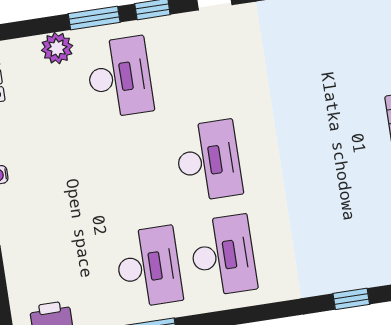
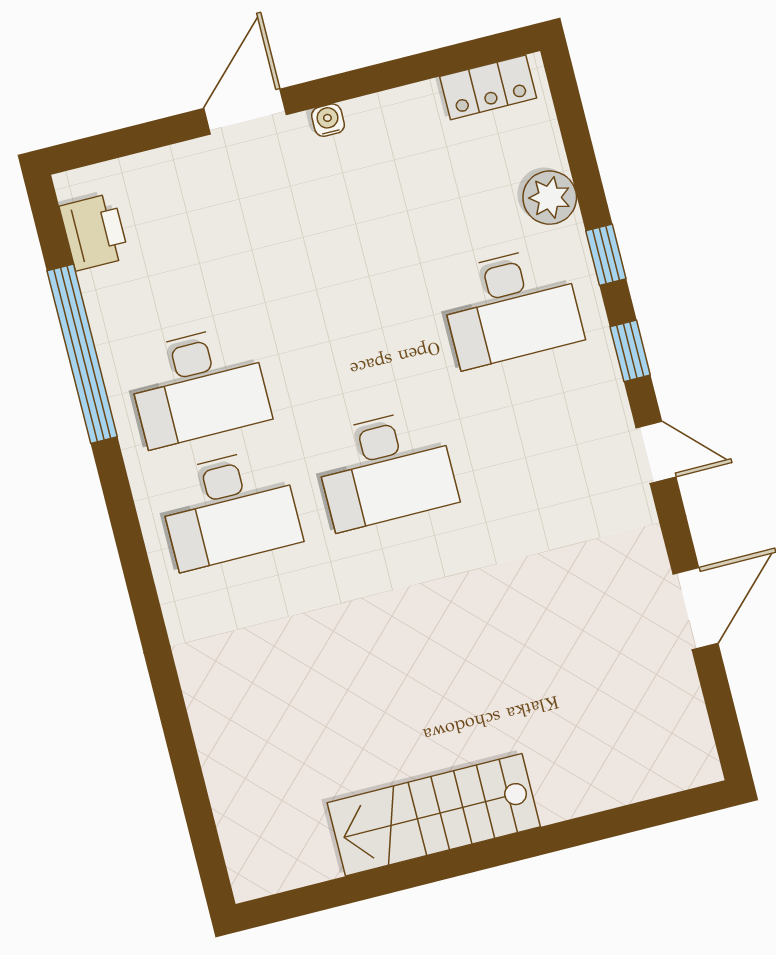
window: (94, 18) -> (606, 255), width x0.67
window: (351, 299) -> (177, 730), removed

